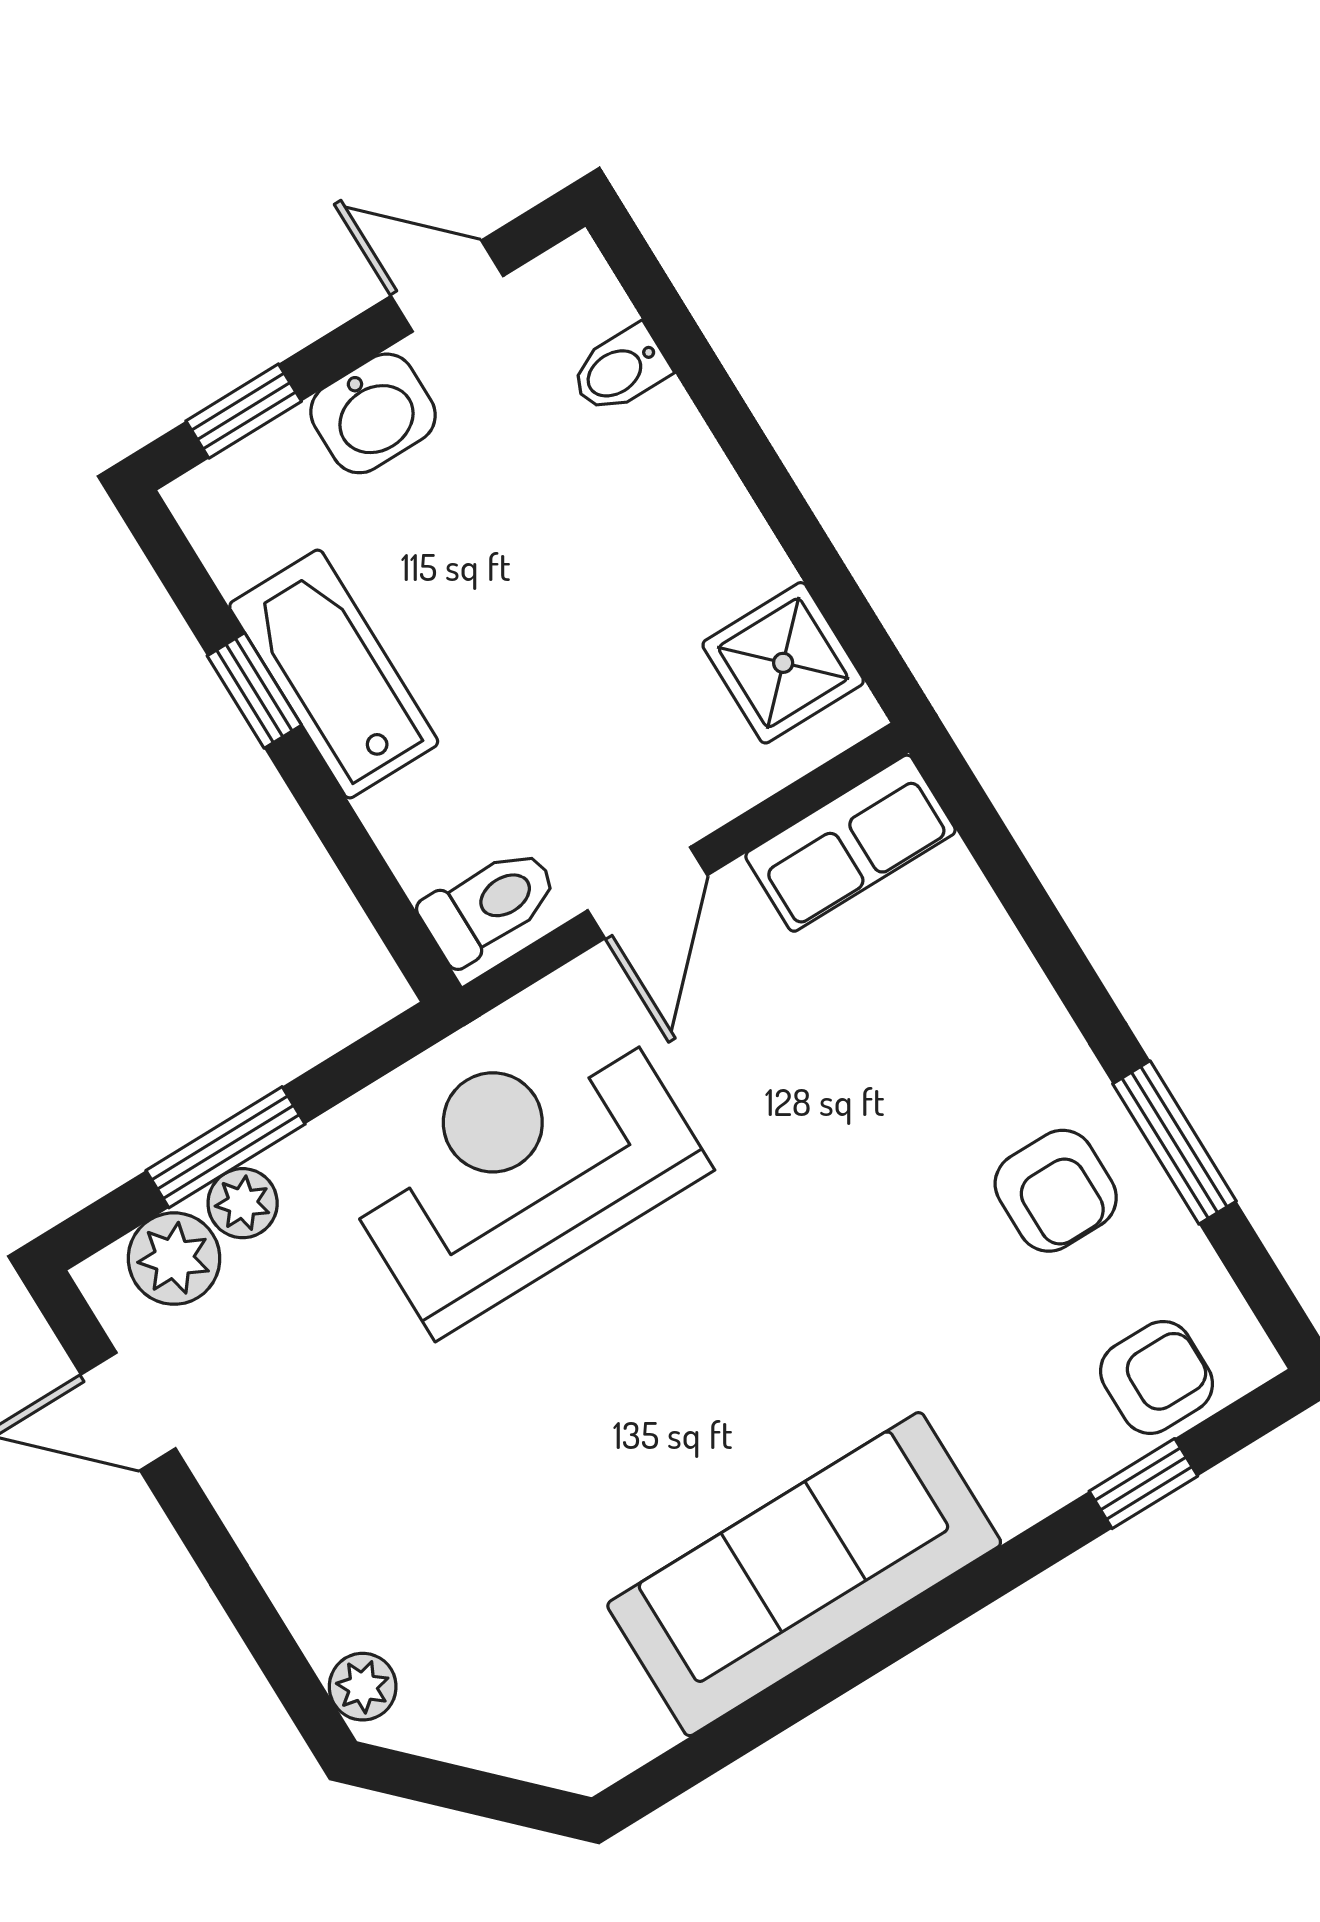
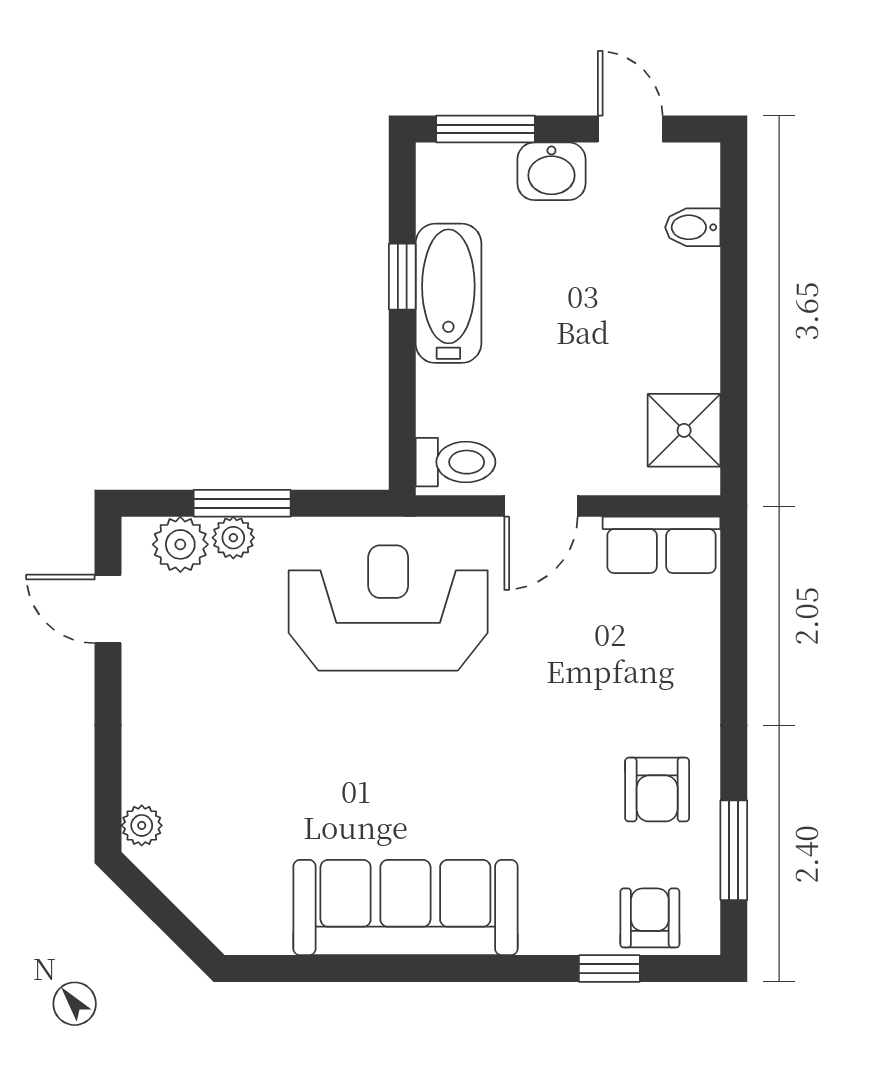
window: (244, 411) -> (485, 129), width x1.50
window: (1174, 1142) -> (734, 850), moved
armchair: (1157, 1377) -> (650, 918), turned -90

